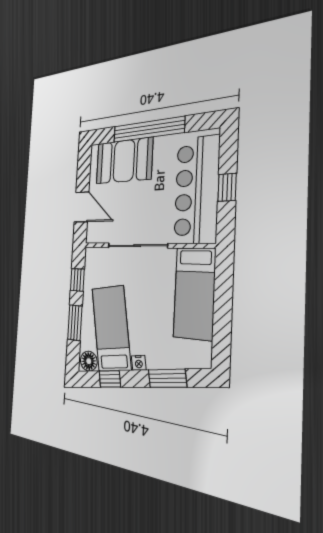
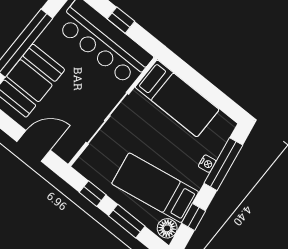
nightstand: (139, 363) -> (207, 164), moved
window: (167, 378) -> (223, 164), width x1.44

